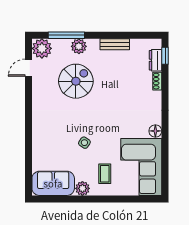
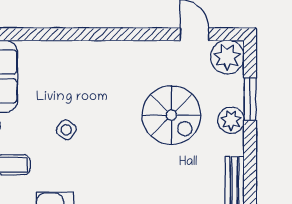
window: (66, 35) -> (250, 99), width x0.69

